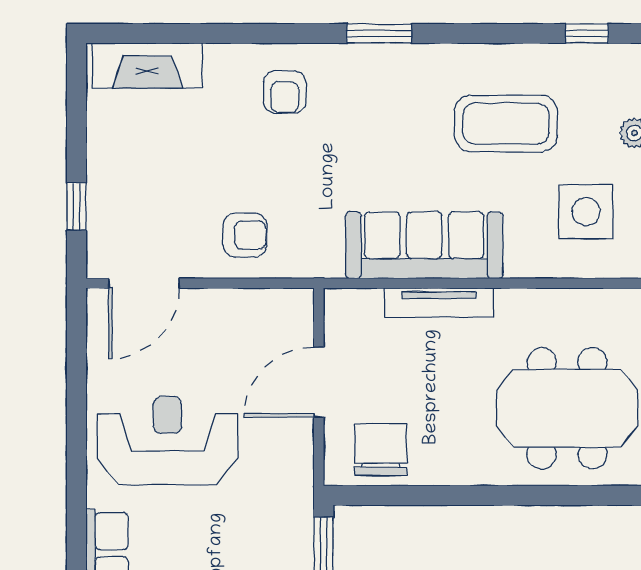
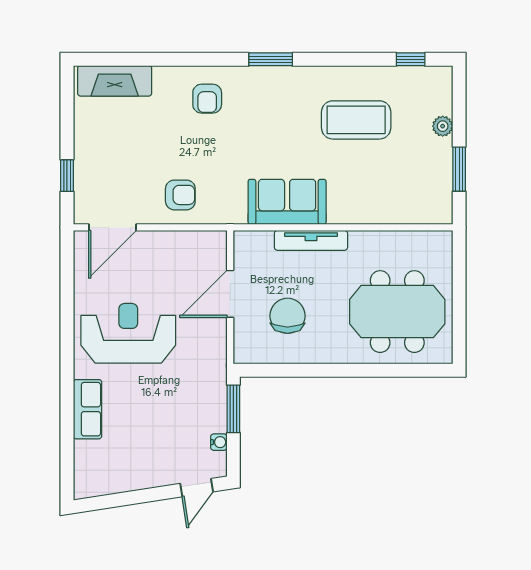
side table: (586, 212) -> (410, 179), removed
sofa: (424, 245) -> (287, 202), width x0.73
chair: (381, 450) -> (288, 316), moved

